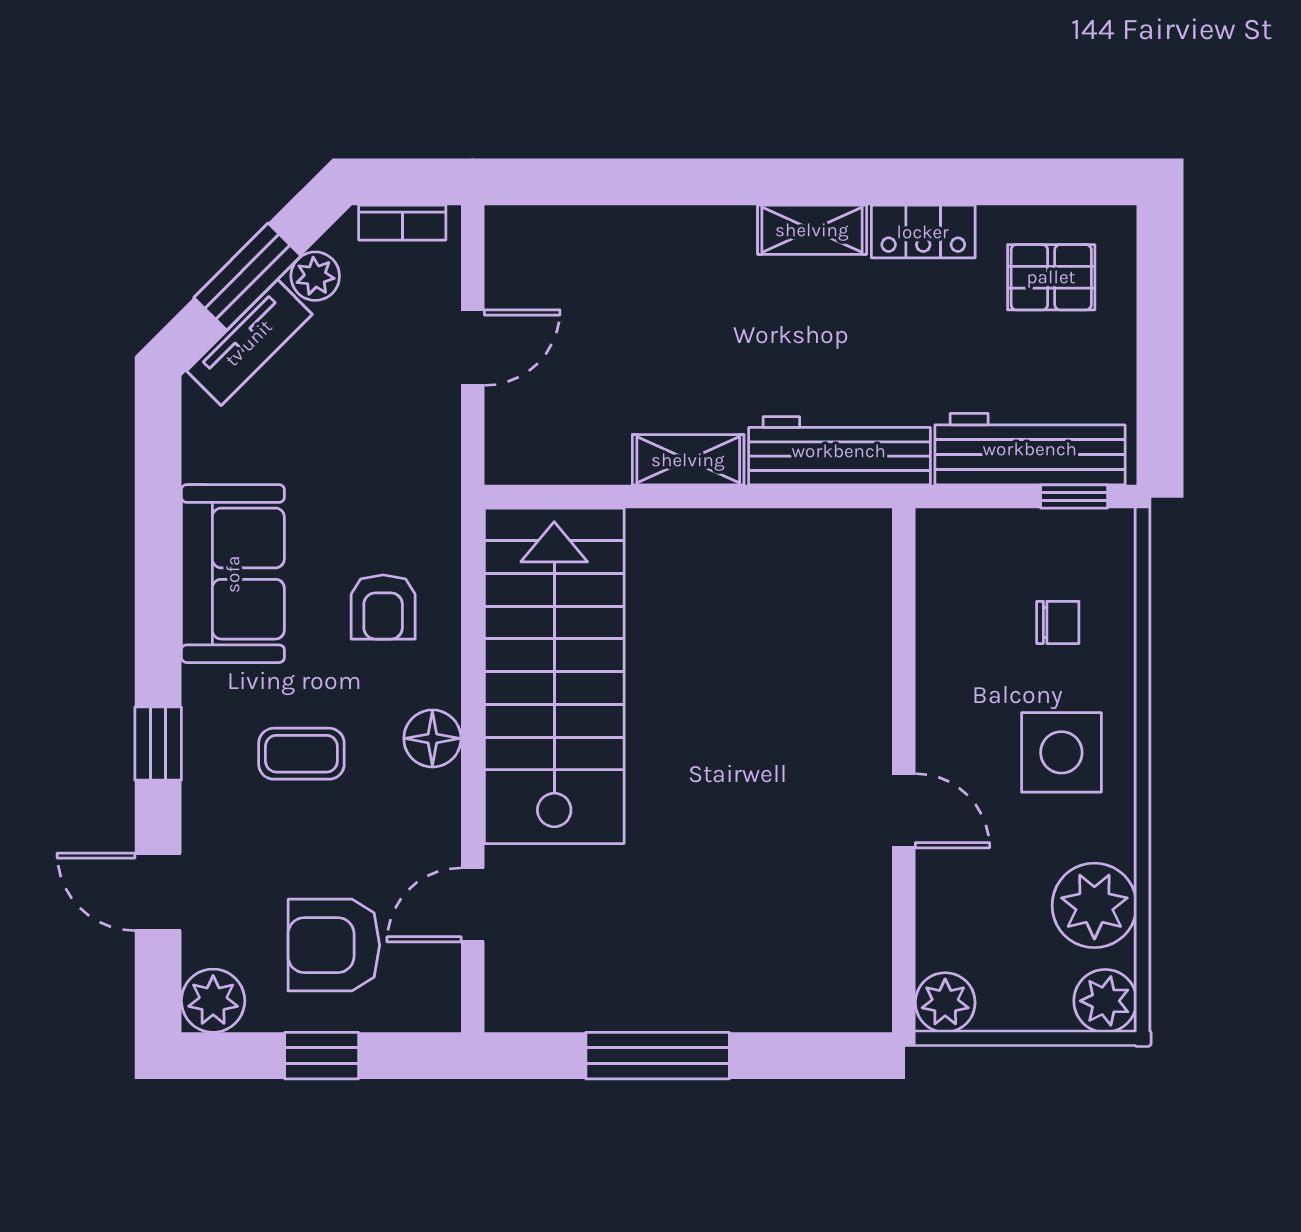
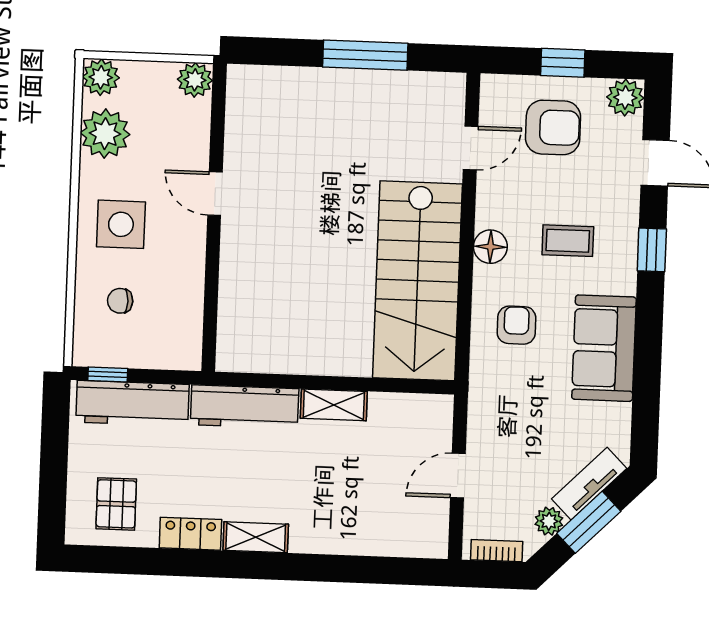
pallet: (1051, 277) -> (116, 504), turned 90

